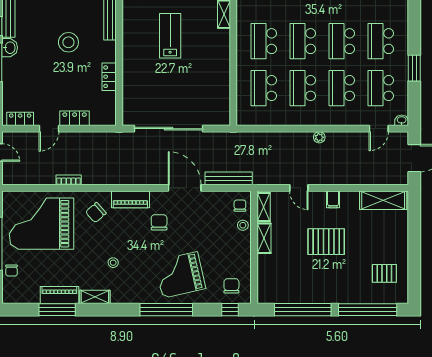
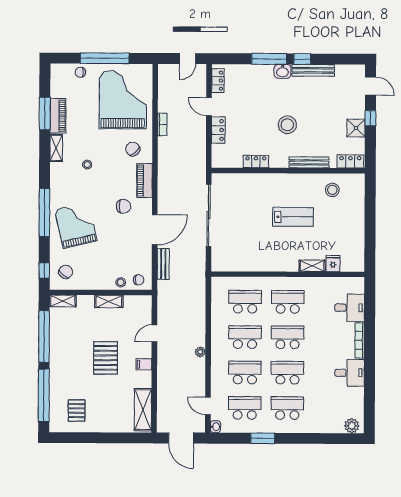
bench: (229, 178) -> (163, 264), width x0.73
shelving: (264, 207) -> (63, 301), moved
chair: (231, 286) -> (66, 272), turned -53

